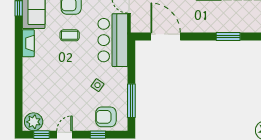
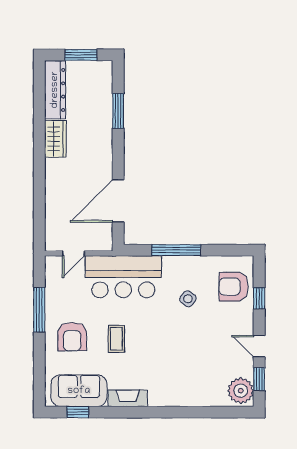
window: (131, 101) -> (176, 250), moved
armchair: (106, 117) -> (234, 287), turned 90

